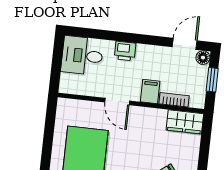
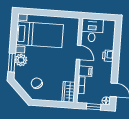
desk: (82, 56) -> (92, 30), moved
door: (117, 102) -> (79, 52), swing flipped

